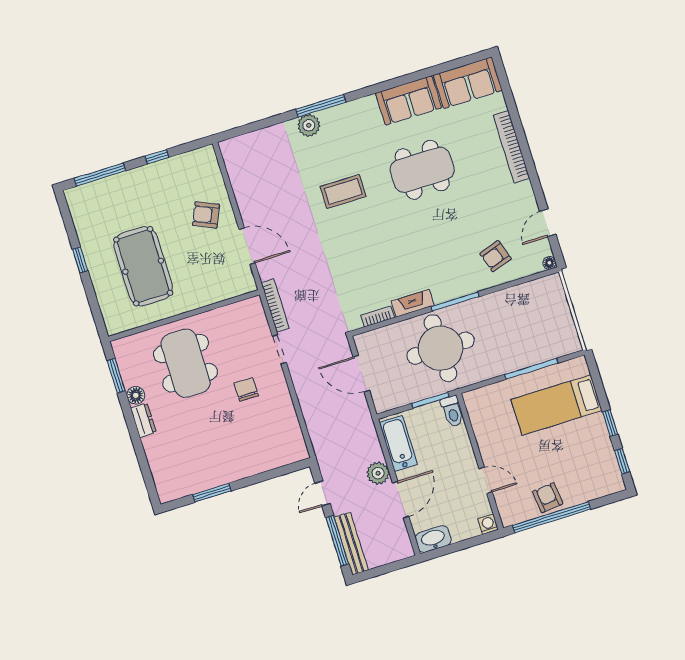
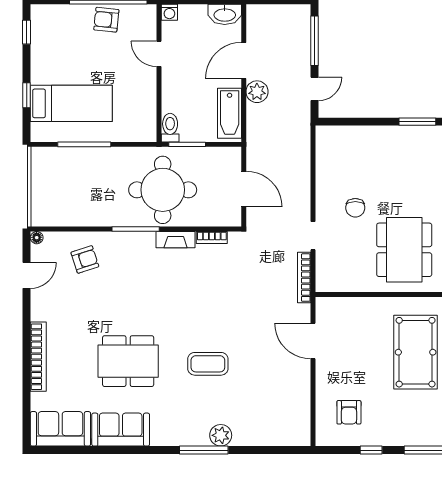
armchair: (206, 215) -> (349, 412), moved, turned 66
window: (610, 423) -> (27, 95), moved
armchair: (548, 498) -> (106, 20), turned 102
bench: (351, 544) -> (302, 34), removed

